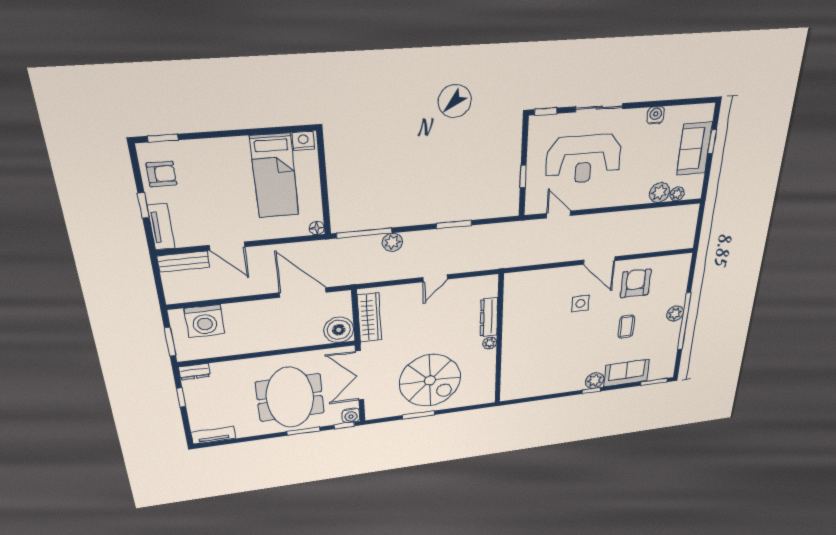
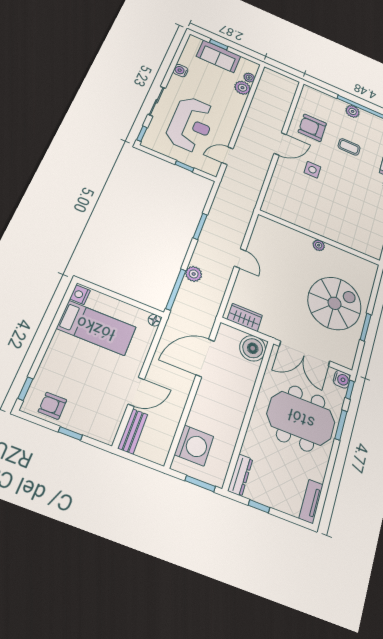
armchair: (161, 174) -> (52, 406), turned -90
tv unit: (161, 227) -> (95, 431), removed
wardrobe: (369, 317) -> (245, 317), width x0.67
dresser: (489, 317) -> (294, 236), removed
dresser: (194, 372) -> (240, 475), width x1.44

